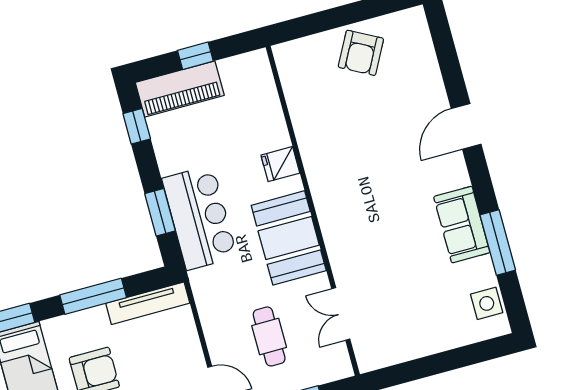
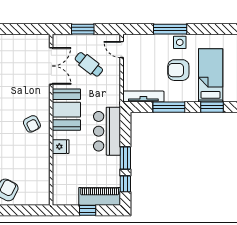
armchair: (347, 193) -> (32, 124), added
window: (160, 212) -> (125, 158), moved
double door: (341, 314) -> (51, 66), width x1.37
cafe table: (269, 336) -> (89, 64), turned -52

